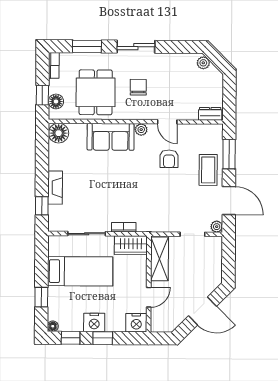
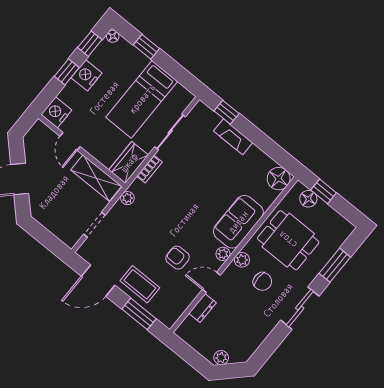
plant: (203, 63) -> (221, 358), moved
bookcase: (54, 65) -> (342, 223), removed
plant: (135, 113) -> (242, 260), added
dresser: (210, 114) -> (202, 308), moved
plant: (217, 227) -> (127, 198), moved

